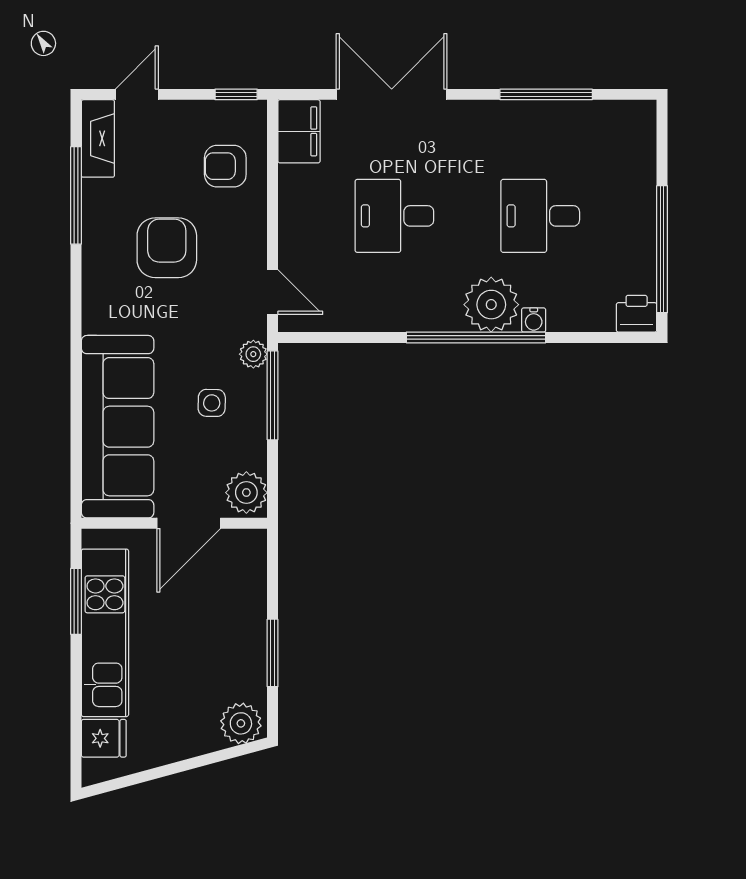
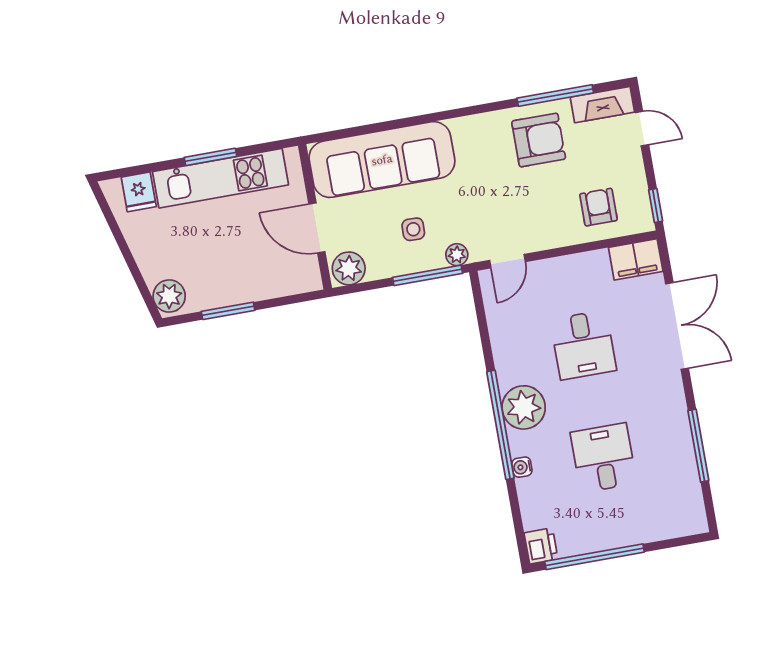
desk: (394, 216) -> (583, 345), turned 180
armchair: (167, 248) -> (539, 140), moved
plant: (491, 305) -> (524, 407), moved
window: (76, 601) -> (210, 157), moved

